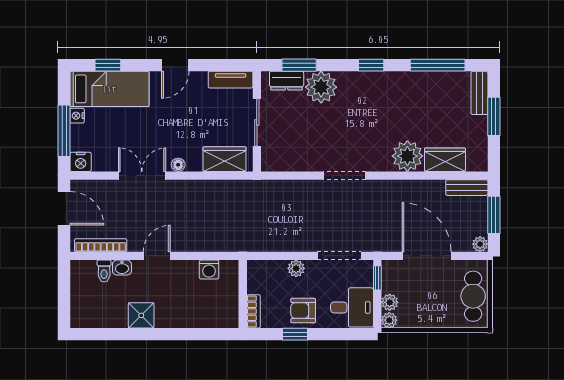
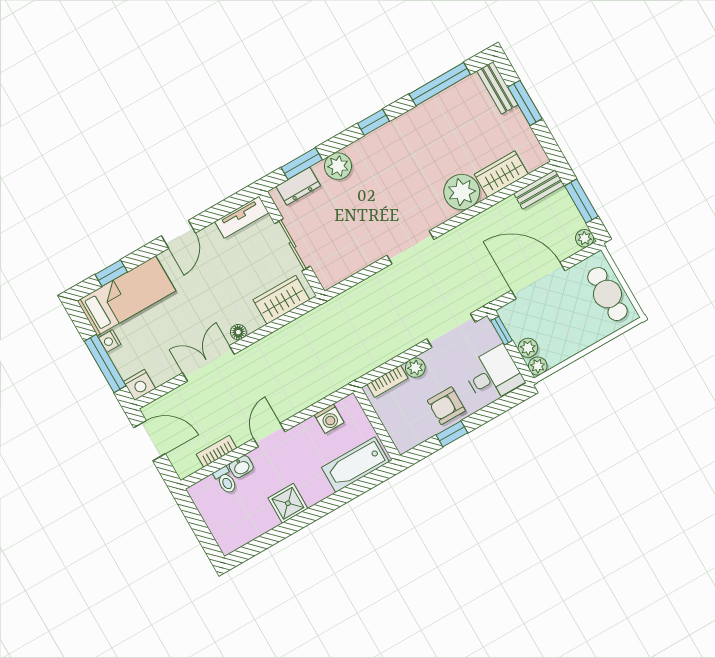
plant: (321, 87) -> (338, 166), width x0.73, depth x0.73
bookcase: (101, 245) -> (217, 451), width x0.64
bookcase: (253, 311) -> (387, 381), moved, turned 90
bathtub: (209, 316) -> (355, 465), added

